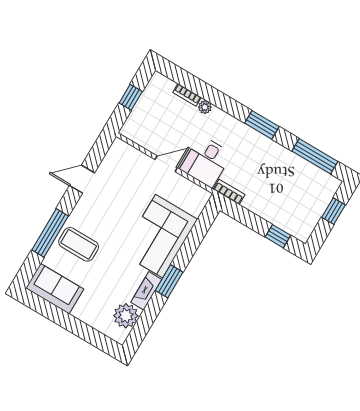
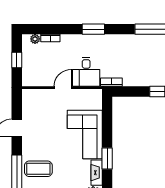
plant: (205, 107) -> (35, 39), moved
window: (262, 125) -> (93, 29), moved

